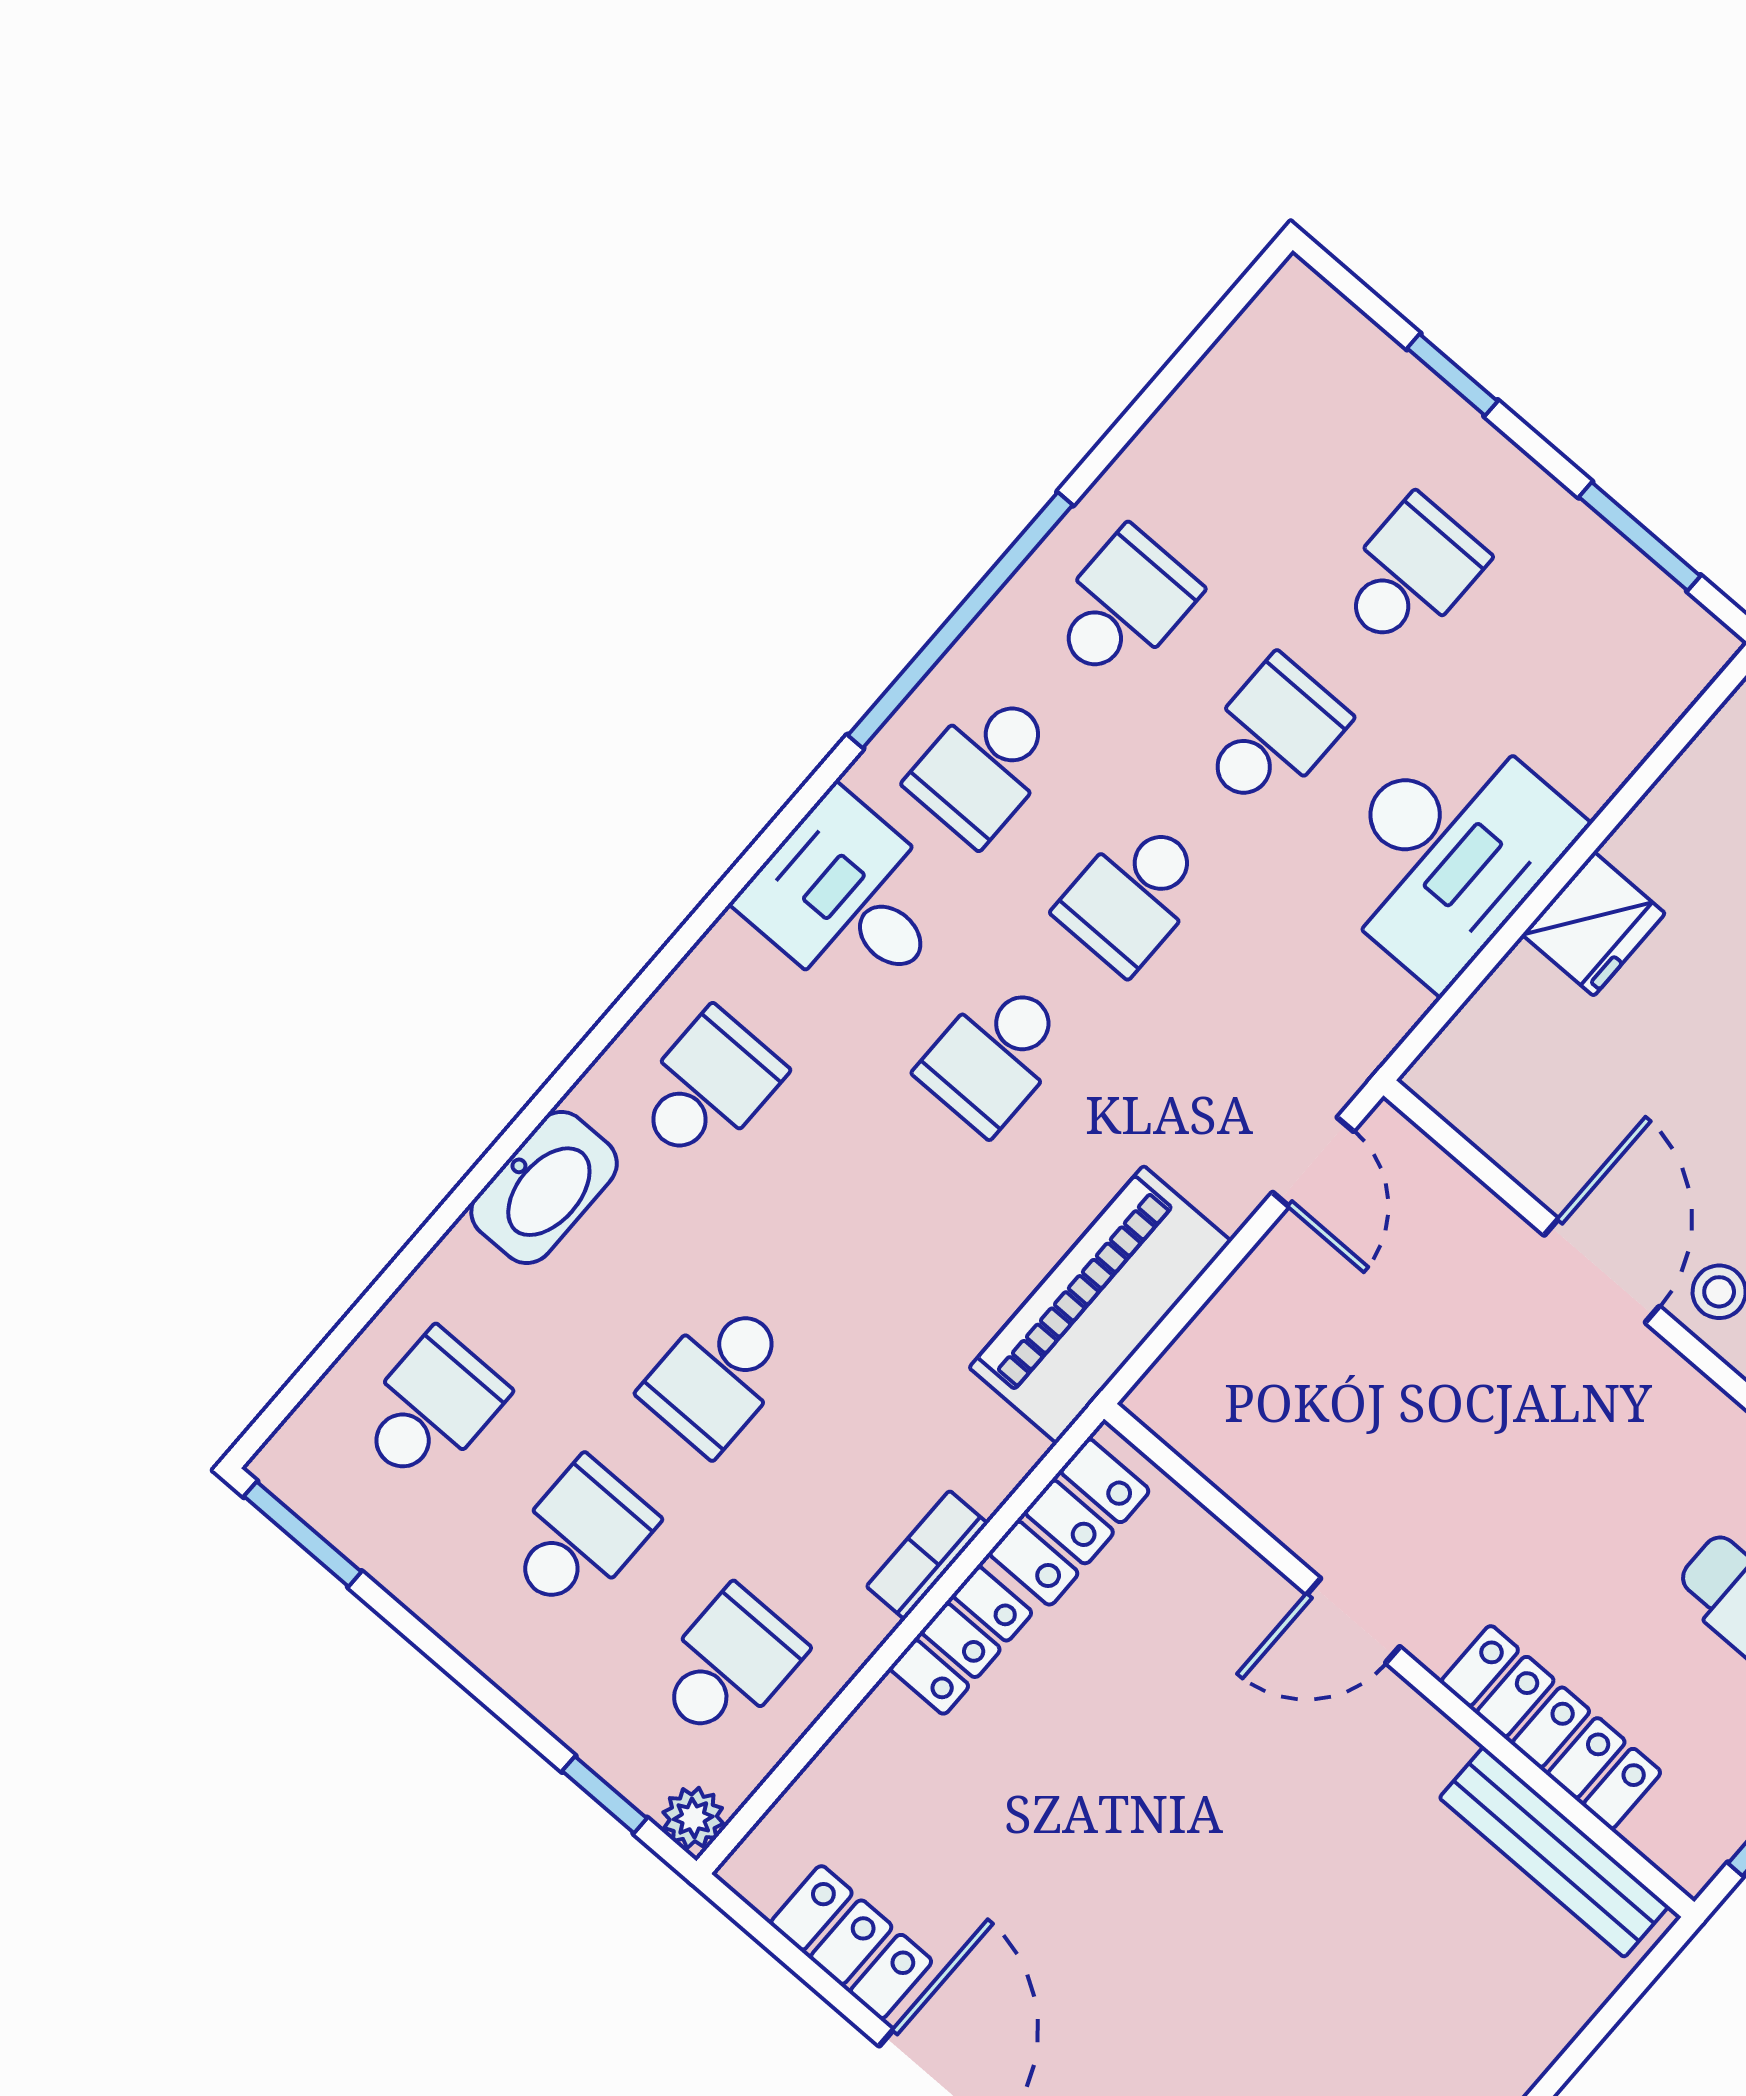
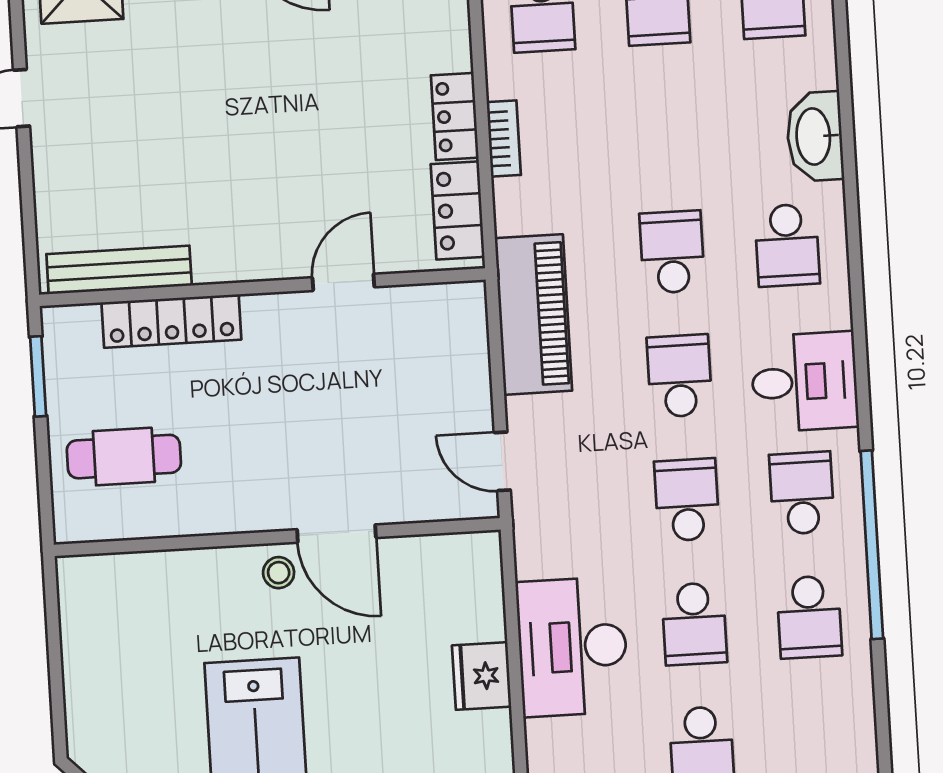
school desk: (718, 1376) -> (672, 252), moved
door: (1353, 1621) -> (343, 282), moved

